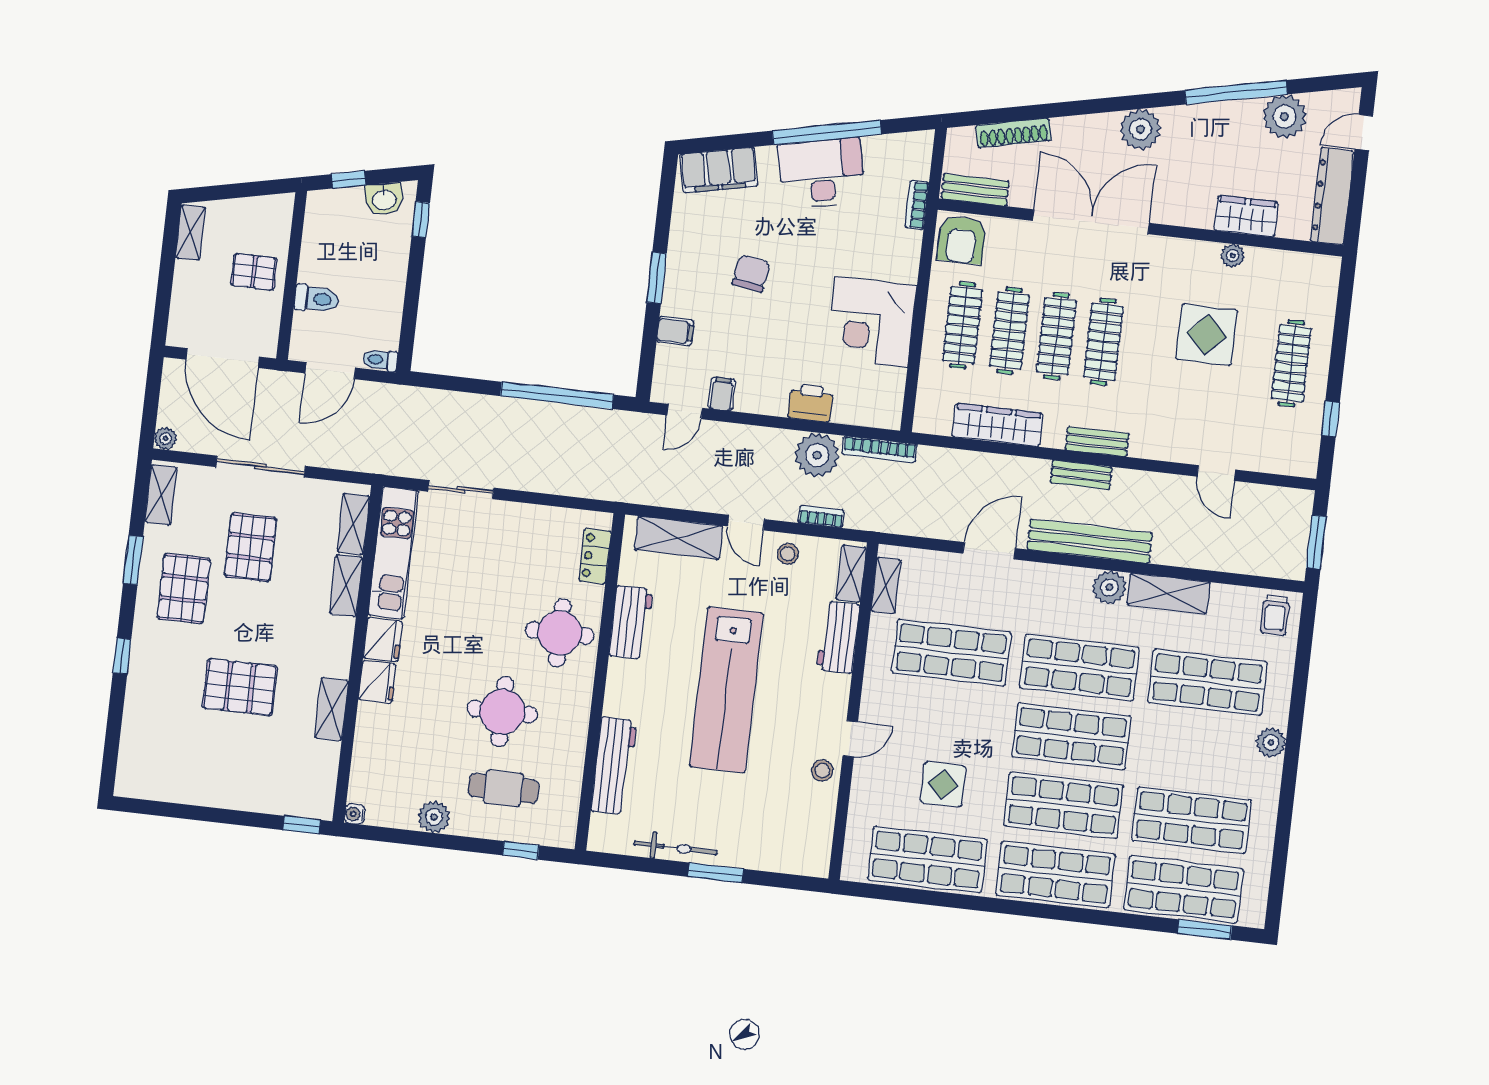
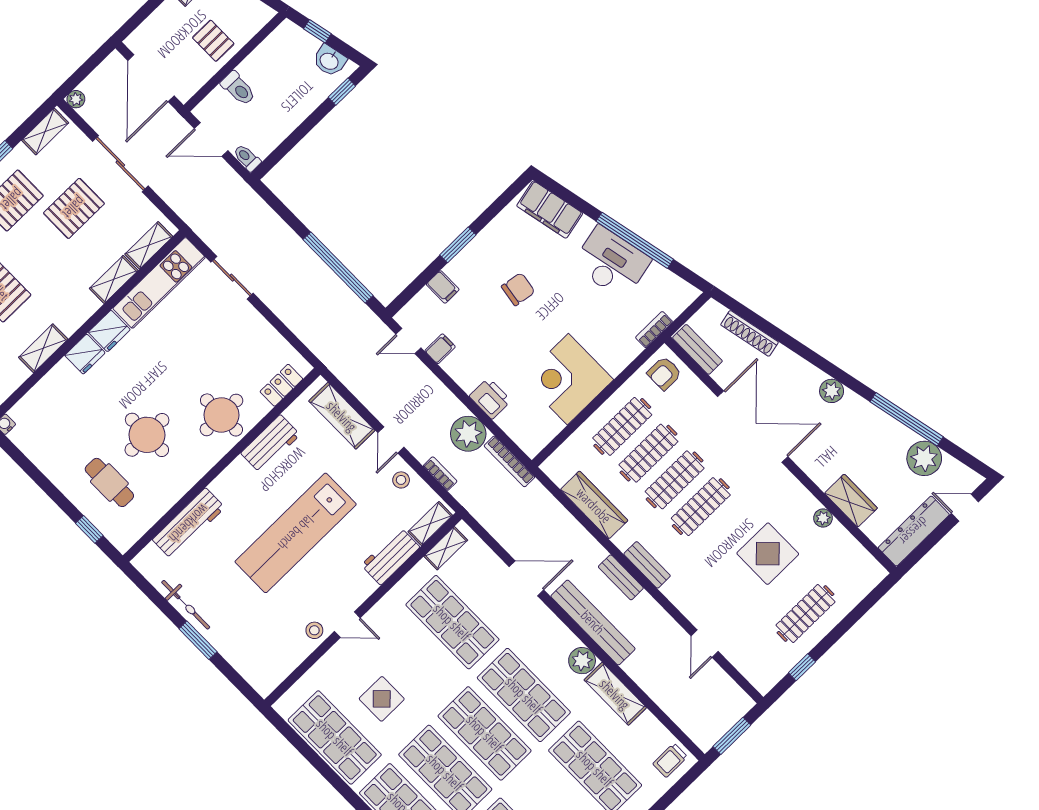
plant: (1140, 129) -> (832, 391), width x0.73, depth x0.73
armchair: (961, 240) -> (664, 373), width x0.72, depth x0.72
plant: (434, 817) -> (53, 466), removed

